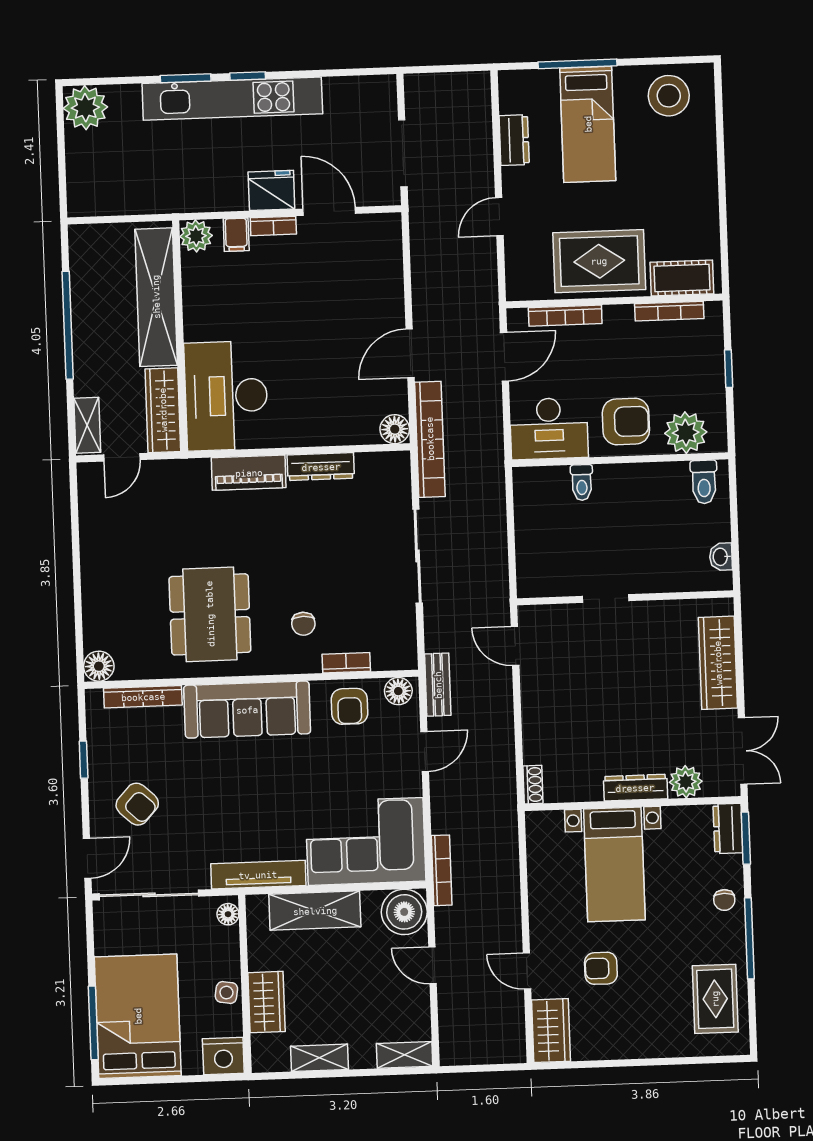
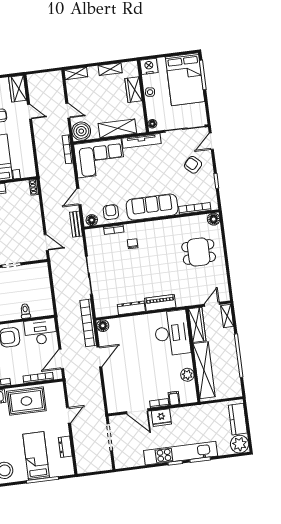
kitchen counter: (84, 169) -> (238, 419), added
plant: (196, 236) -> (187, 375), moved
dining table: (210, 614) -> (199, 252), moved, width x0.73

